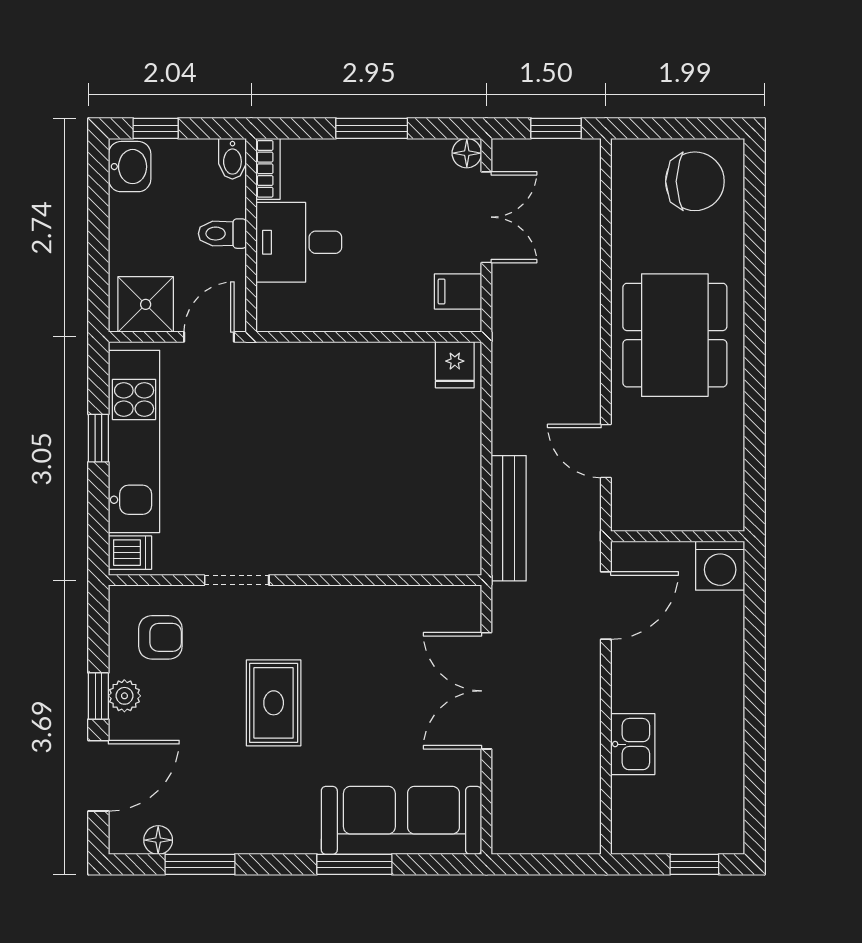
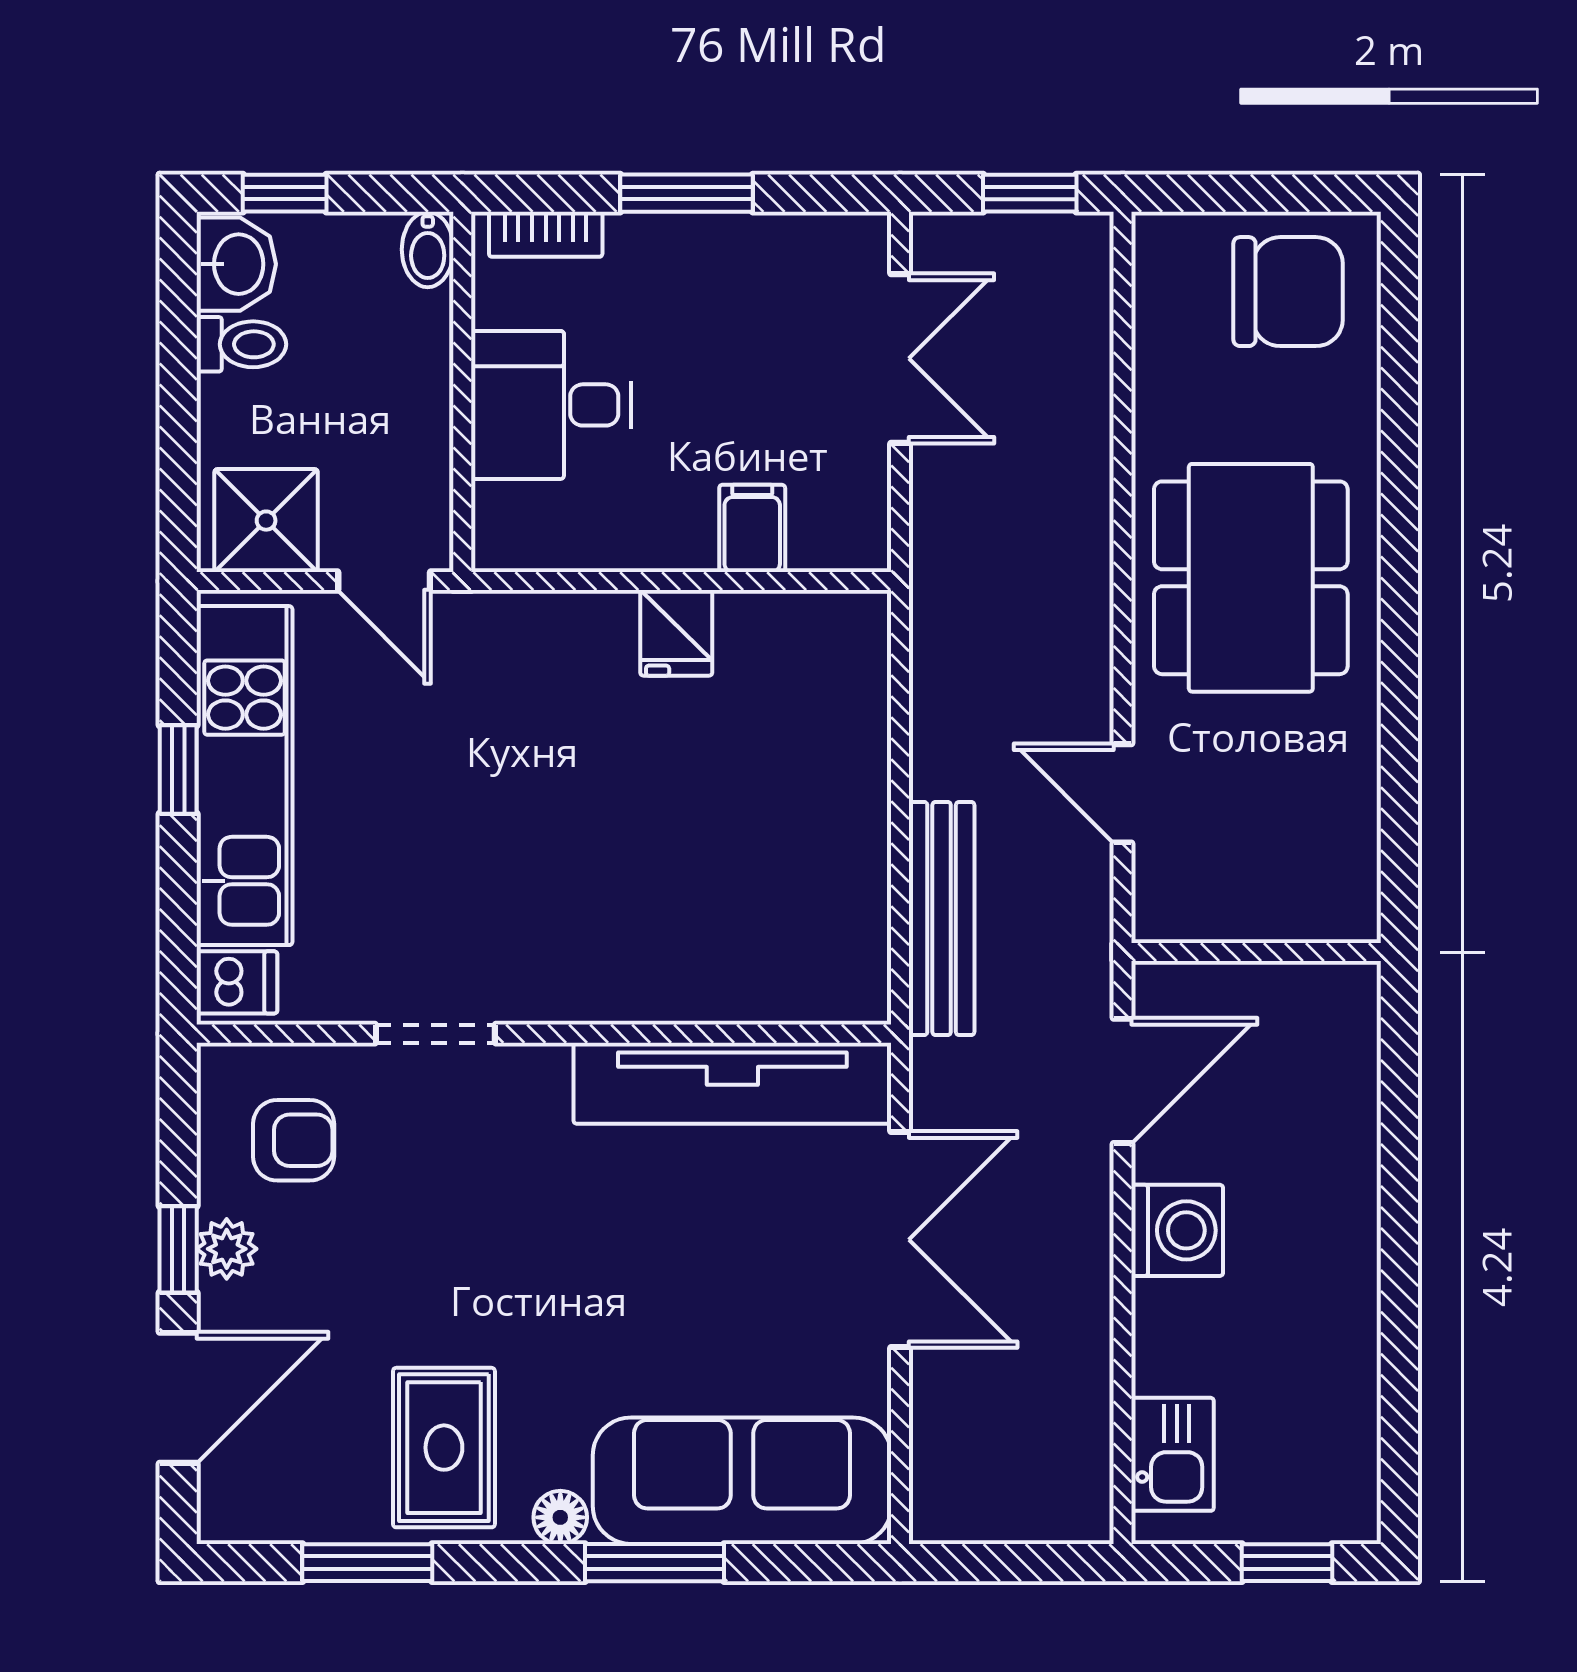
floor lamp: (467, 153) -> (864, 239), removed
bookcase: (268, 169) -> (546, 234), moved, turned 90
toilet: (222, 234) -> (241, 344), moved, turned 180
filing cabinet: (458, 291) -> (752, 528), moved, turned 90
door: (209, 337) -> (384, 581), swing flipped
fridge: (455, 365) -> (676, 633), moved
washing machine: (720, 566) -> (1177, 1230), moved, turned -90
tv unit: (396, 607) -> (732, 1083), added
double door: (486, 691) -> (900, 1240), swing flipped
rug: (274, 703) -> (444, 1448), moved
kitchen sink: (633, 744) -> (1173, 1454), moved
floor lamp: (158, 840) -> (560, 1517), moved

